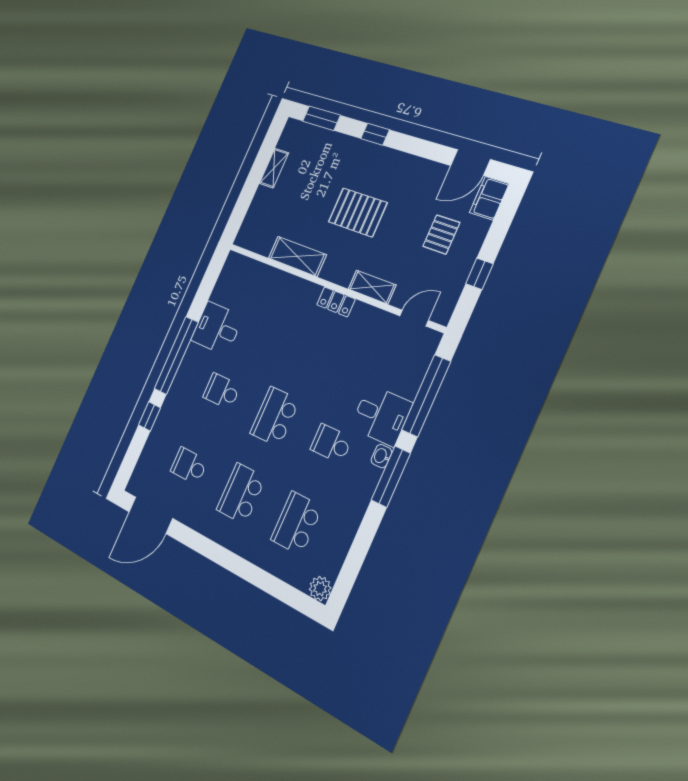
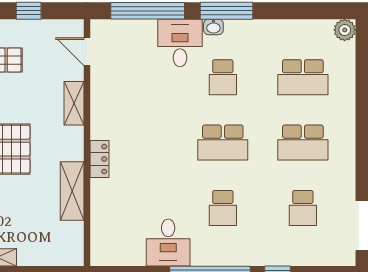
locker: (336, 302) -> (99, 159), moved

